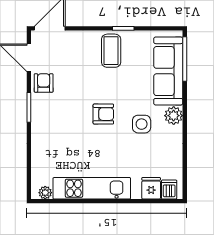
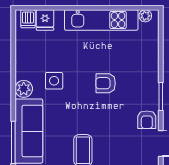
armchair: (103, 114) -> (106, 83), moved

